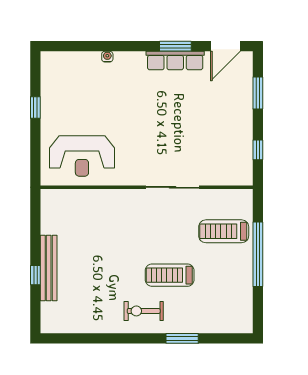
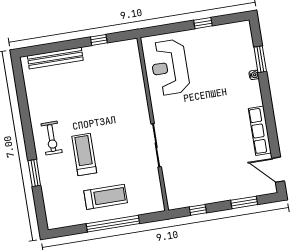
window: (175, 46) -> (260, 59), moved
treadmill: (224, 231) -> (106, 197), moved, turned 90
bench: (49, 268) -> (55, 58), moved
window: (35, 275) -> (99, 40), moved
exercise bike: (144, 311) -> (52, 138), turned 180

